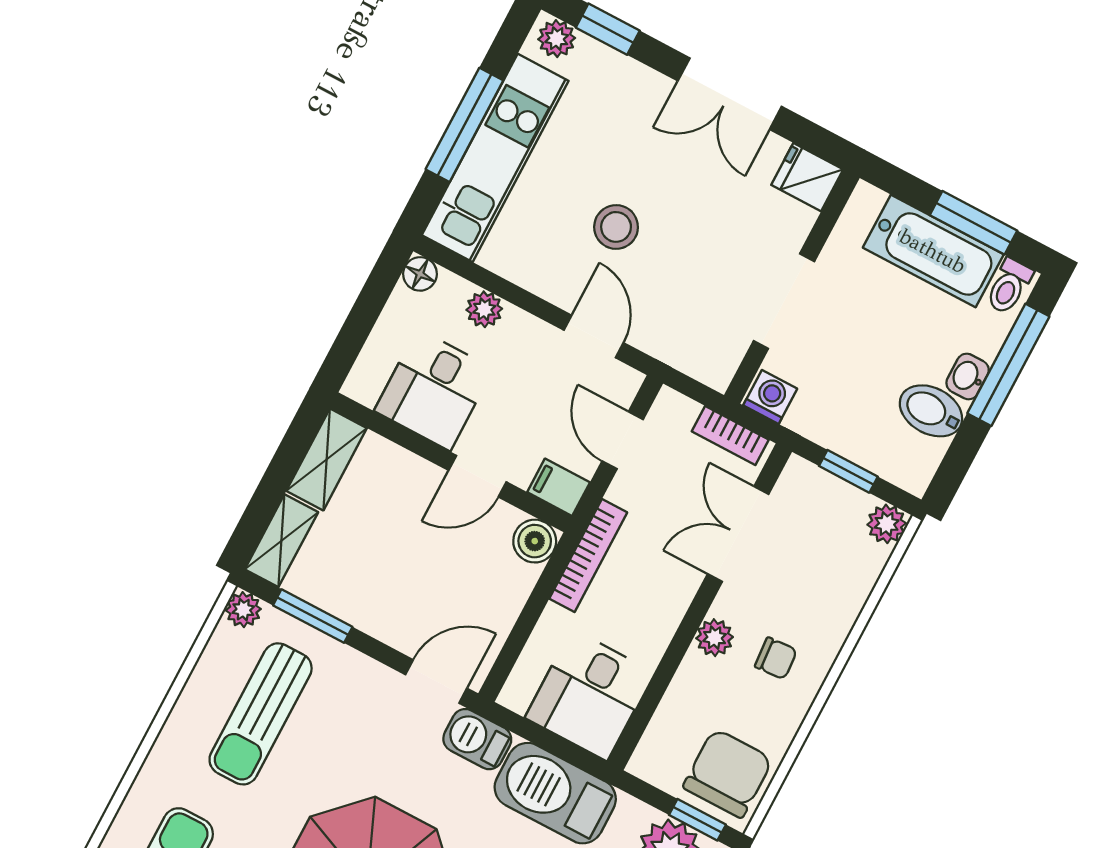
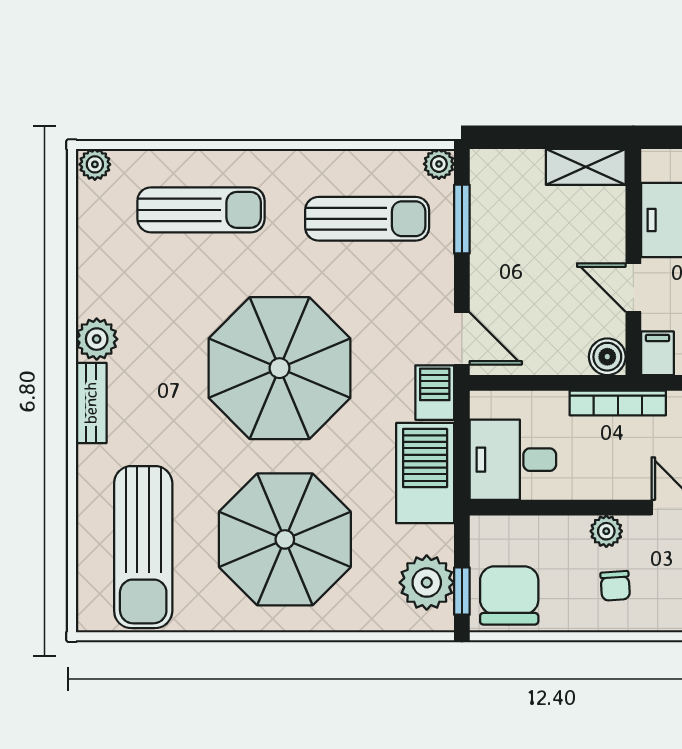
shelving: (281, 541) -> (506, 165), removed
sun lounger: (261, 714) -> (367, 219), turned 180
chair: (728, 773) -> (509, 595), turned -90

